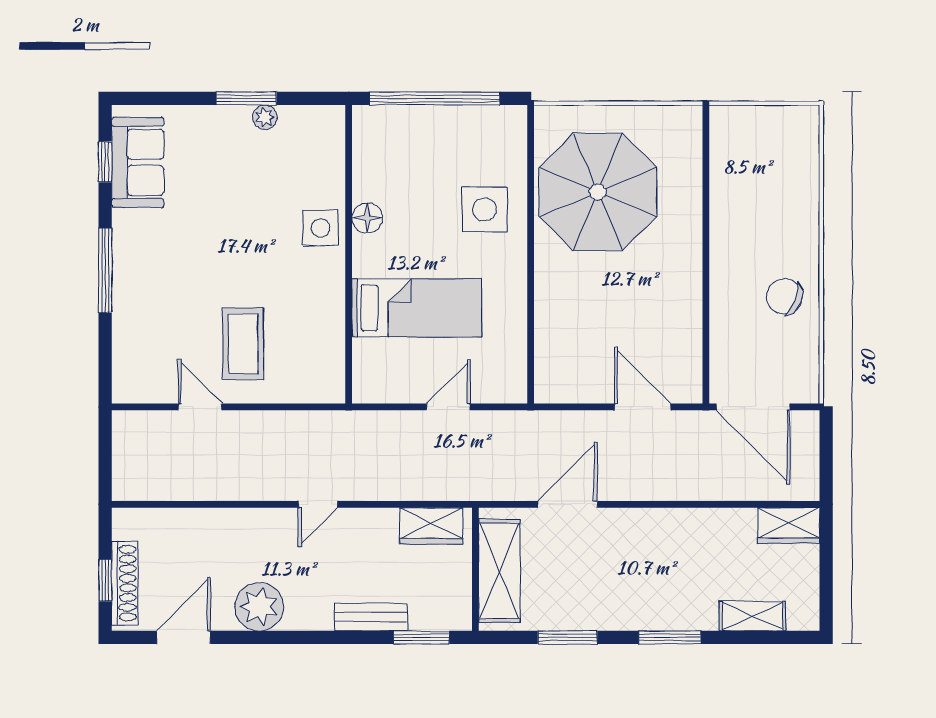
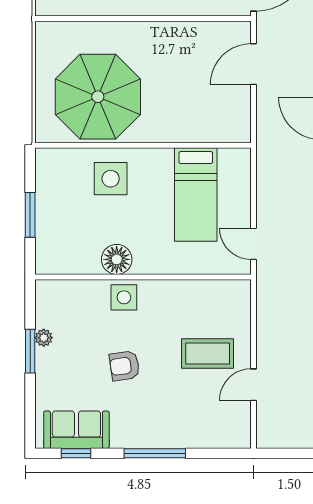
window: (434, 98) -> (30, 215), width x0.47
floor lamp: (367, 218) -> (117, 259), width x1.38, depth x1.38
armchair: (226, 229) -> (125, 366), added
bed: (417, 308) -> (196, 195), moved, turned 180
door: (448, 407) -> (253, 244), moved

